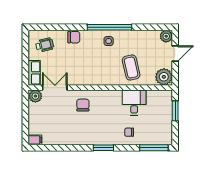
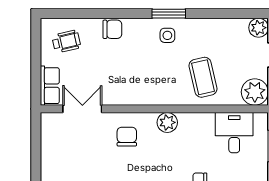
window: (109, 27) -> (169, 14), width x0.47
plant: (35, 96) -> (167, 122), moved
desk: (134, 103) -> (234, 133), moved

